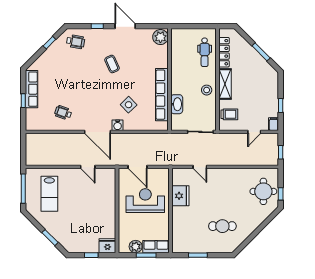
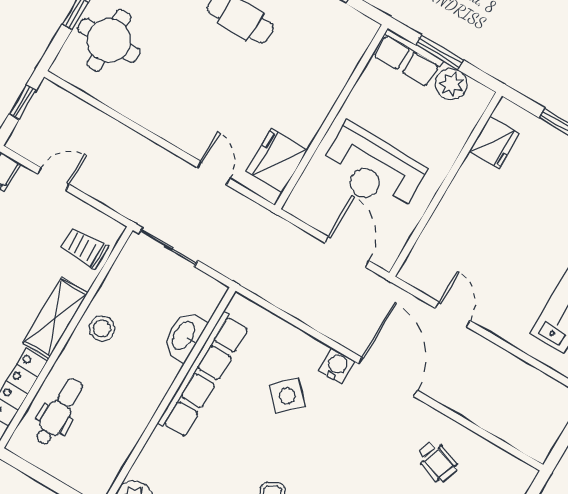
fridge: (180, 196) -> (277, 160), moved
fridge: (107, 246) -> (495, 142), moved, turned -90

